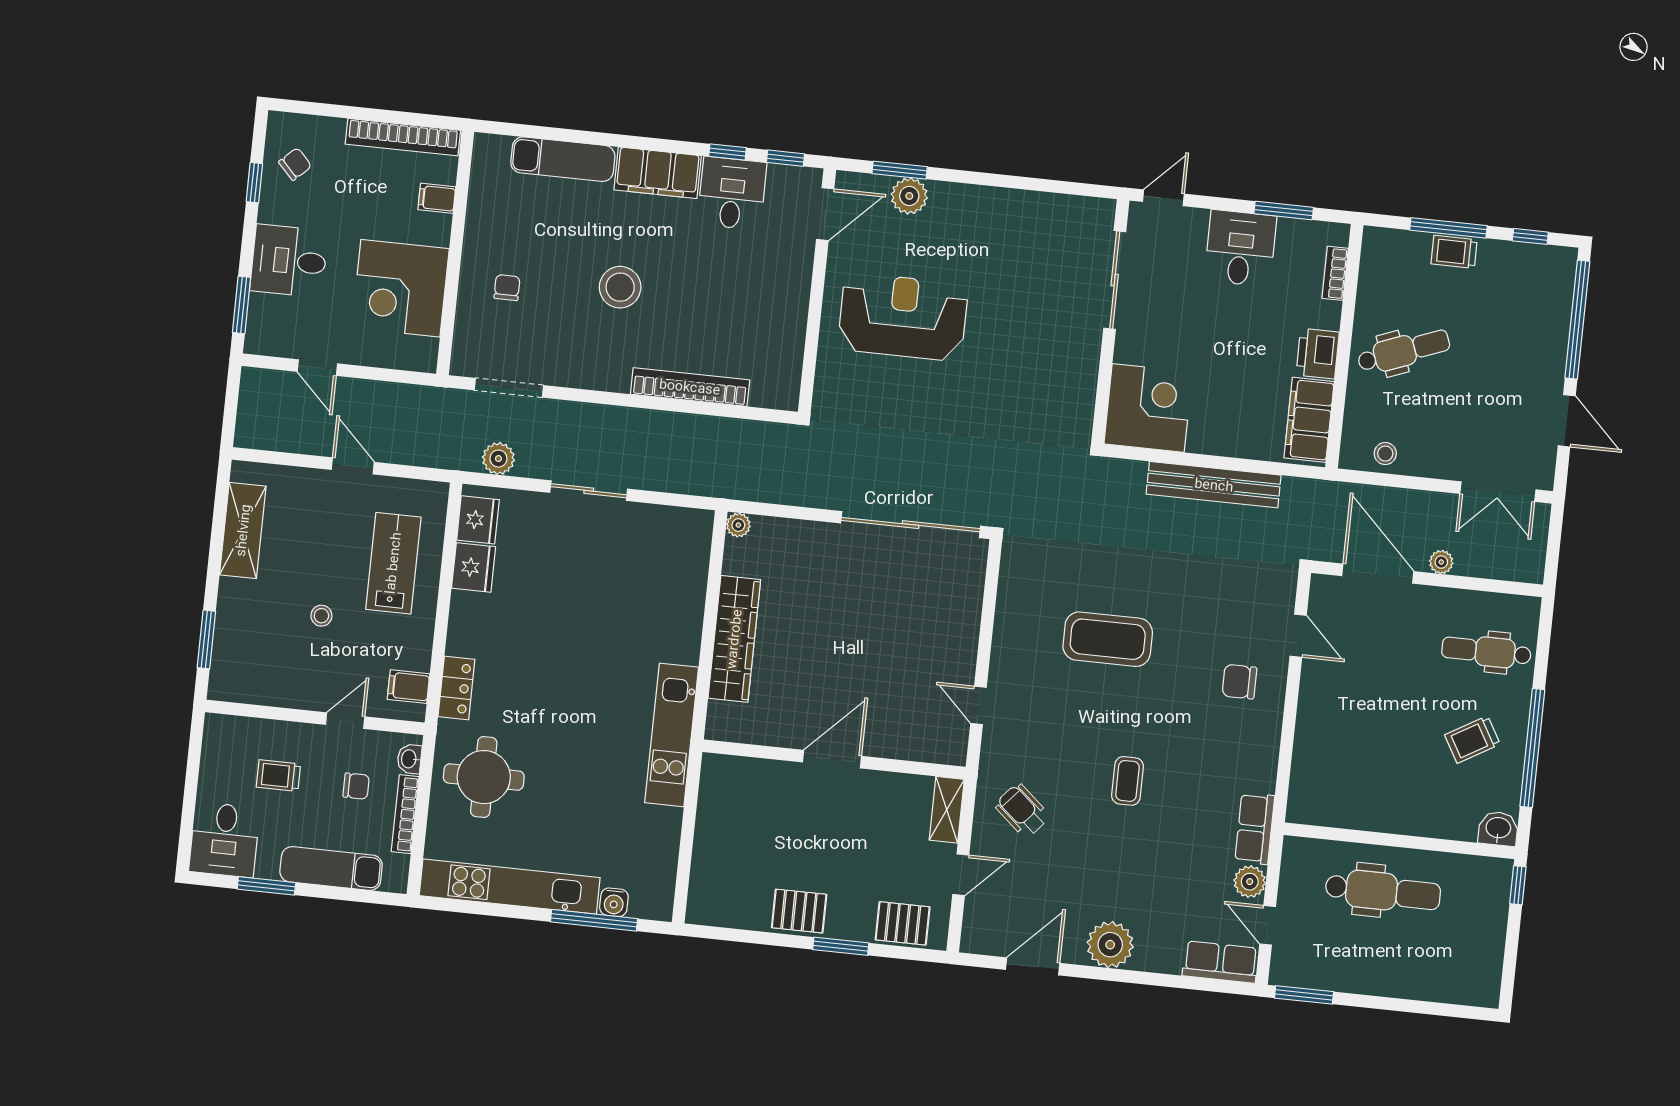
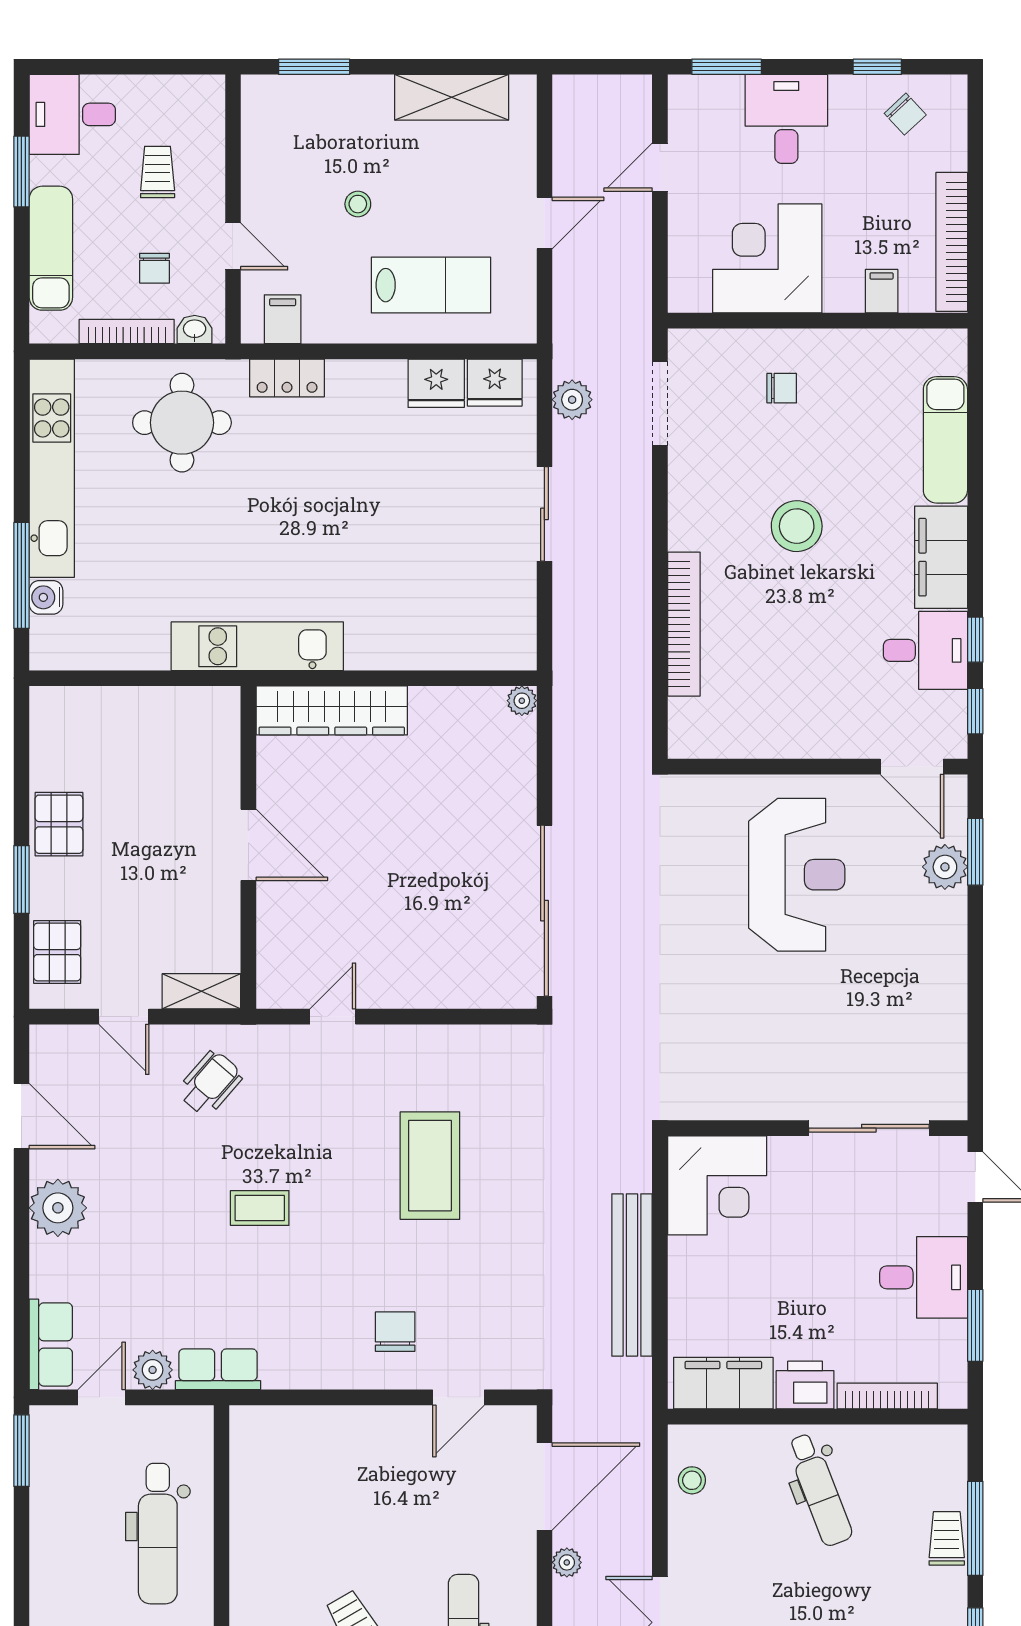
bookcase: (1335, 273) -> (887, 1396), width x1.56
wardrobe: (734, 639) -> (332, 710), moved

